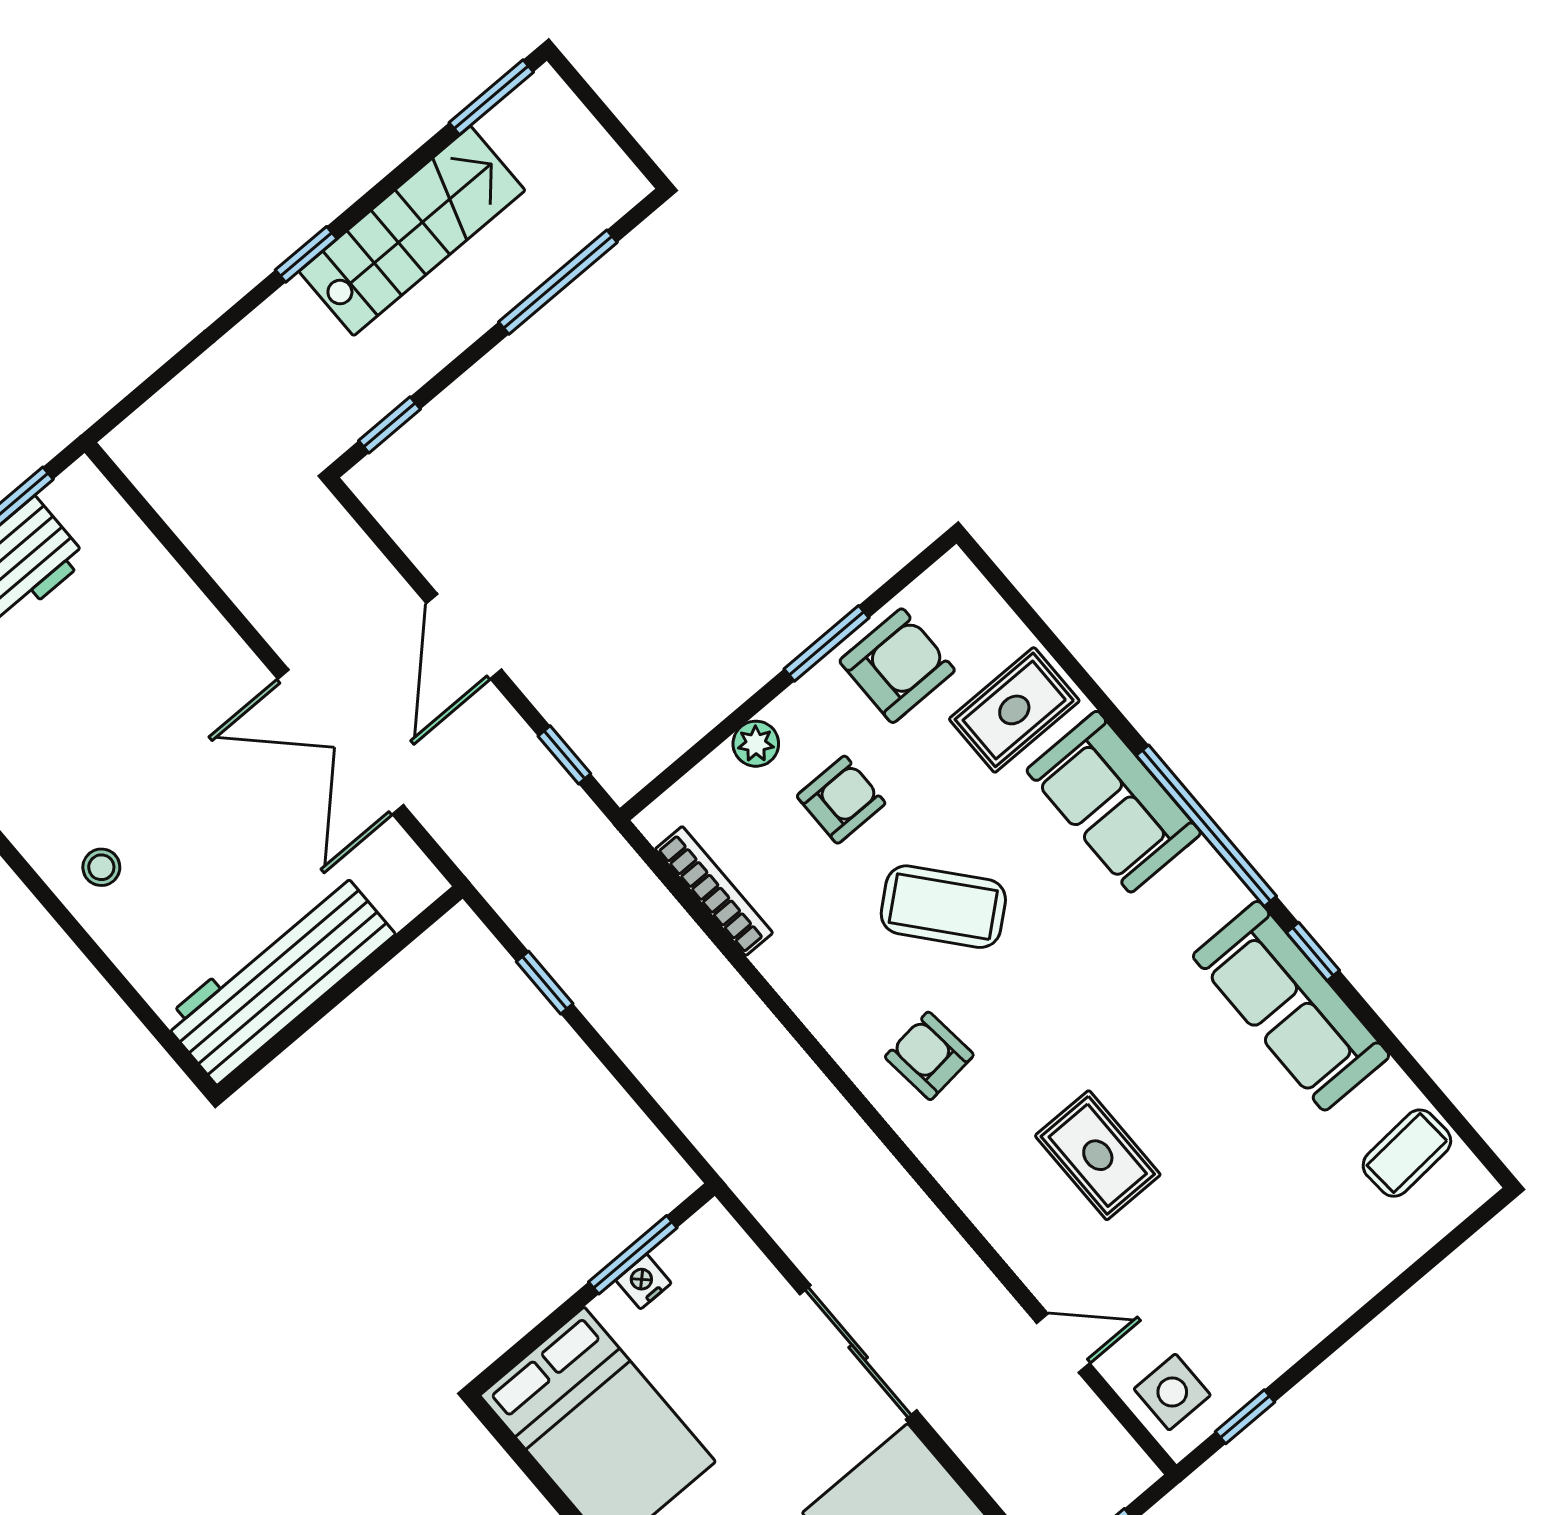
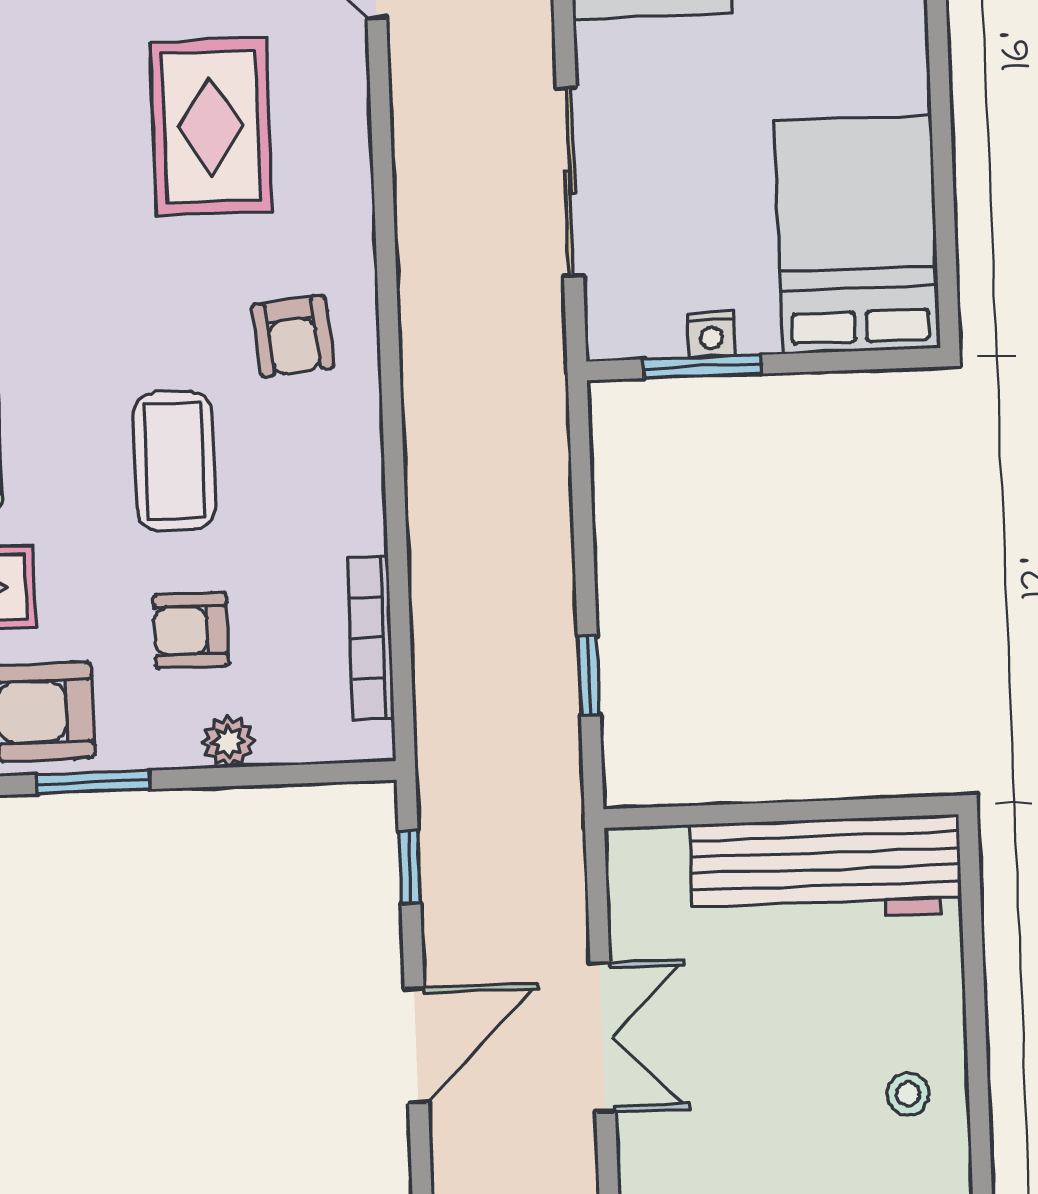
double door: (341, 742) -> (603, 1037), width x0.73
coffee table: (943, 907) -> (174, 461), turned 40
rug: (1098, 1155) -> (211, 127), width x1.36, depth x1.43
sliding door: (858, 1352) -> (570, 182), moved

